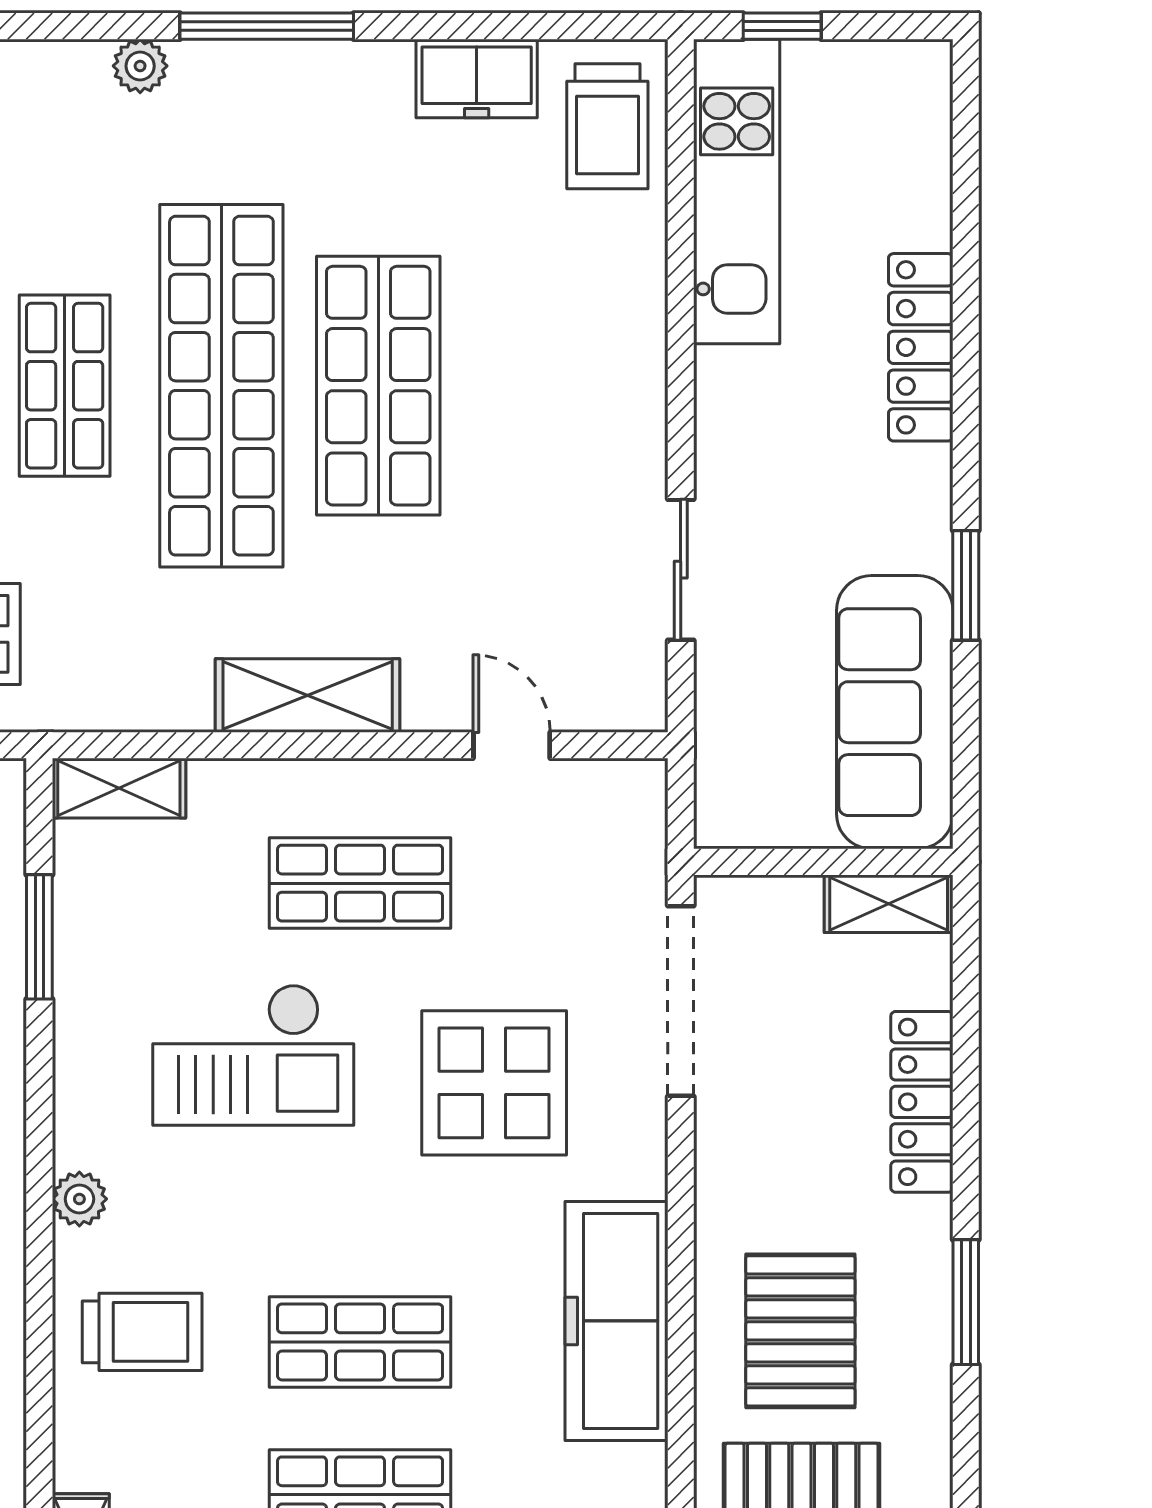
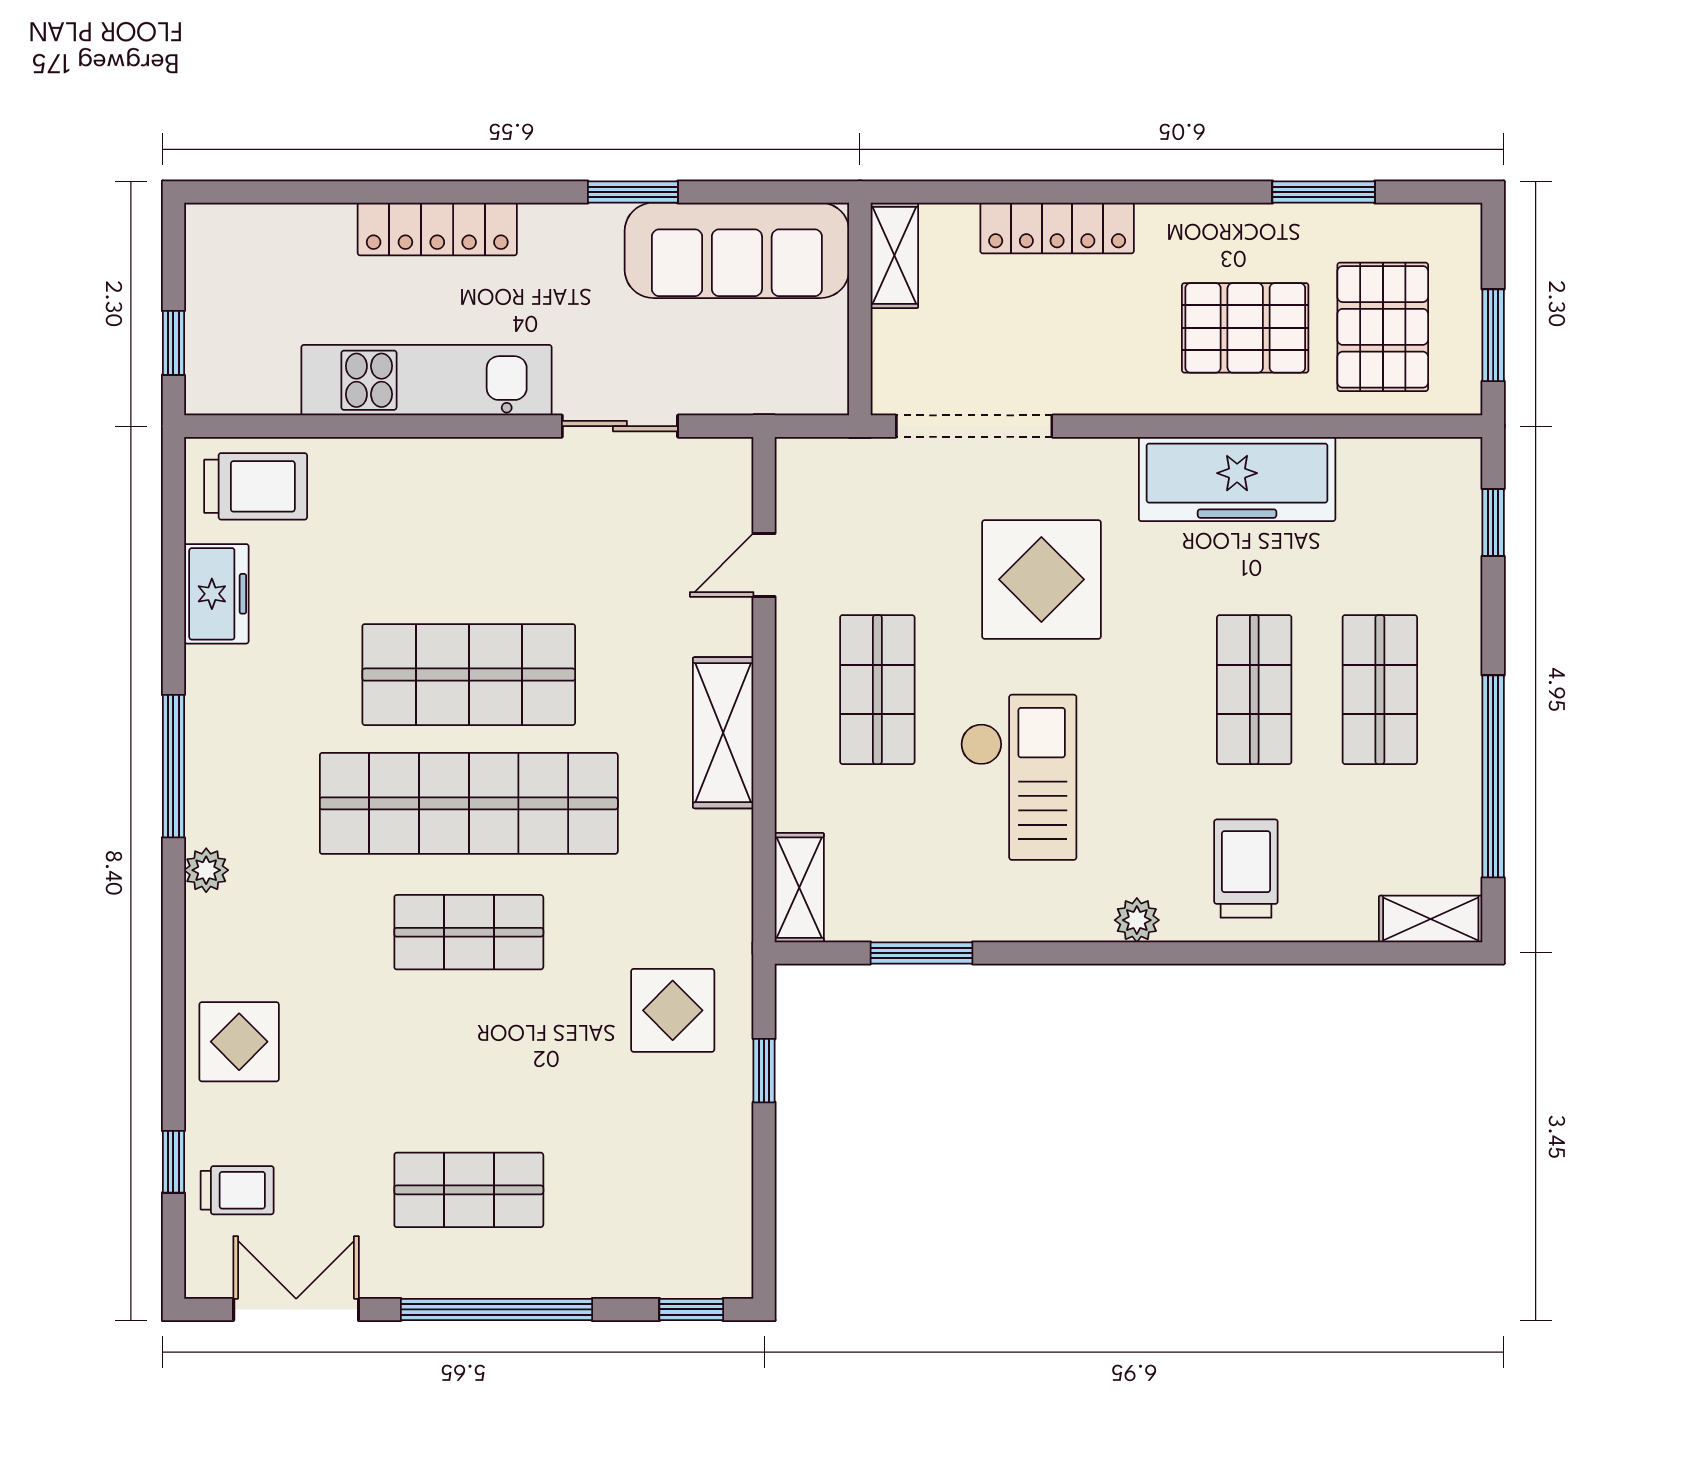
kitchen unit: (737, 191) -> (427, 380), moved
window: (966, 1302) -> (1324, 192), moved

